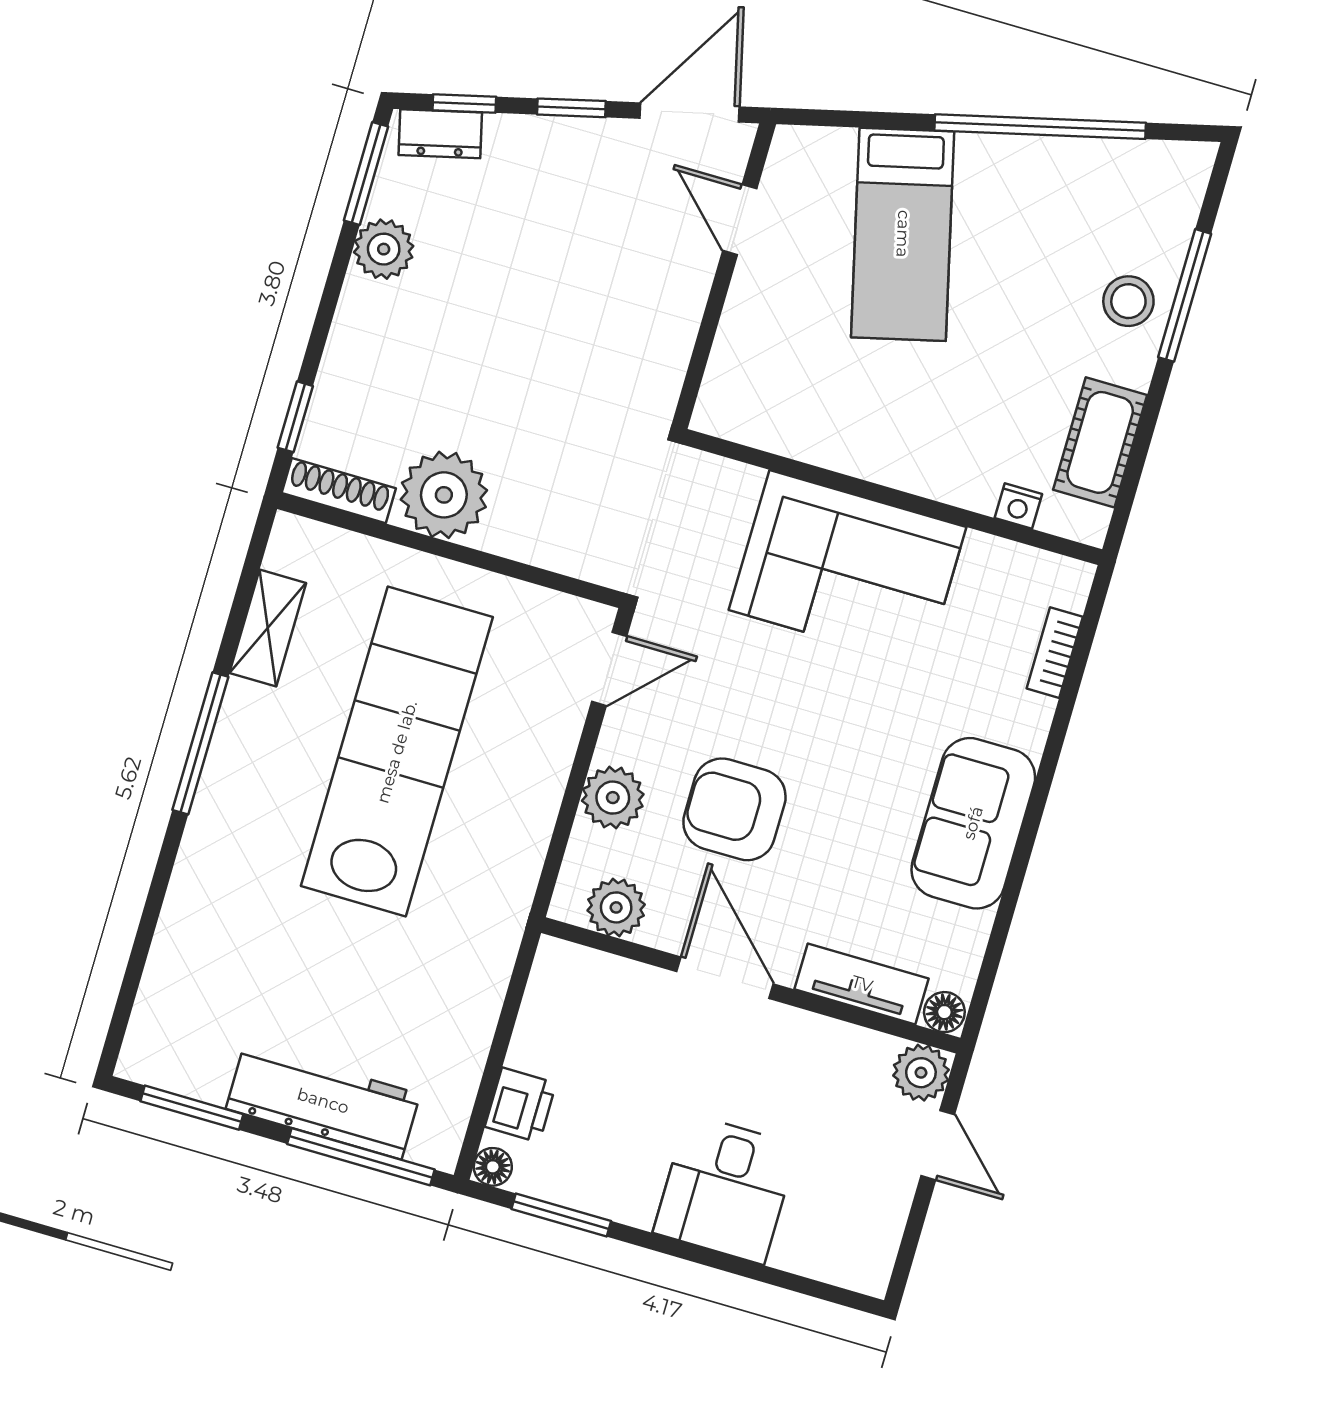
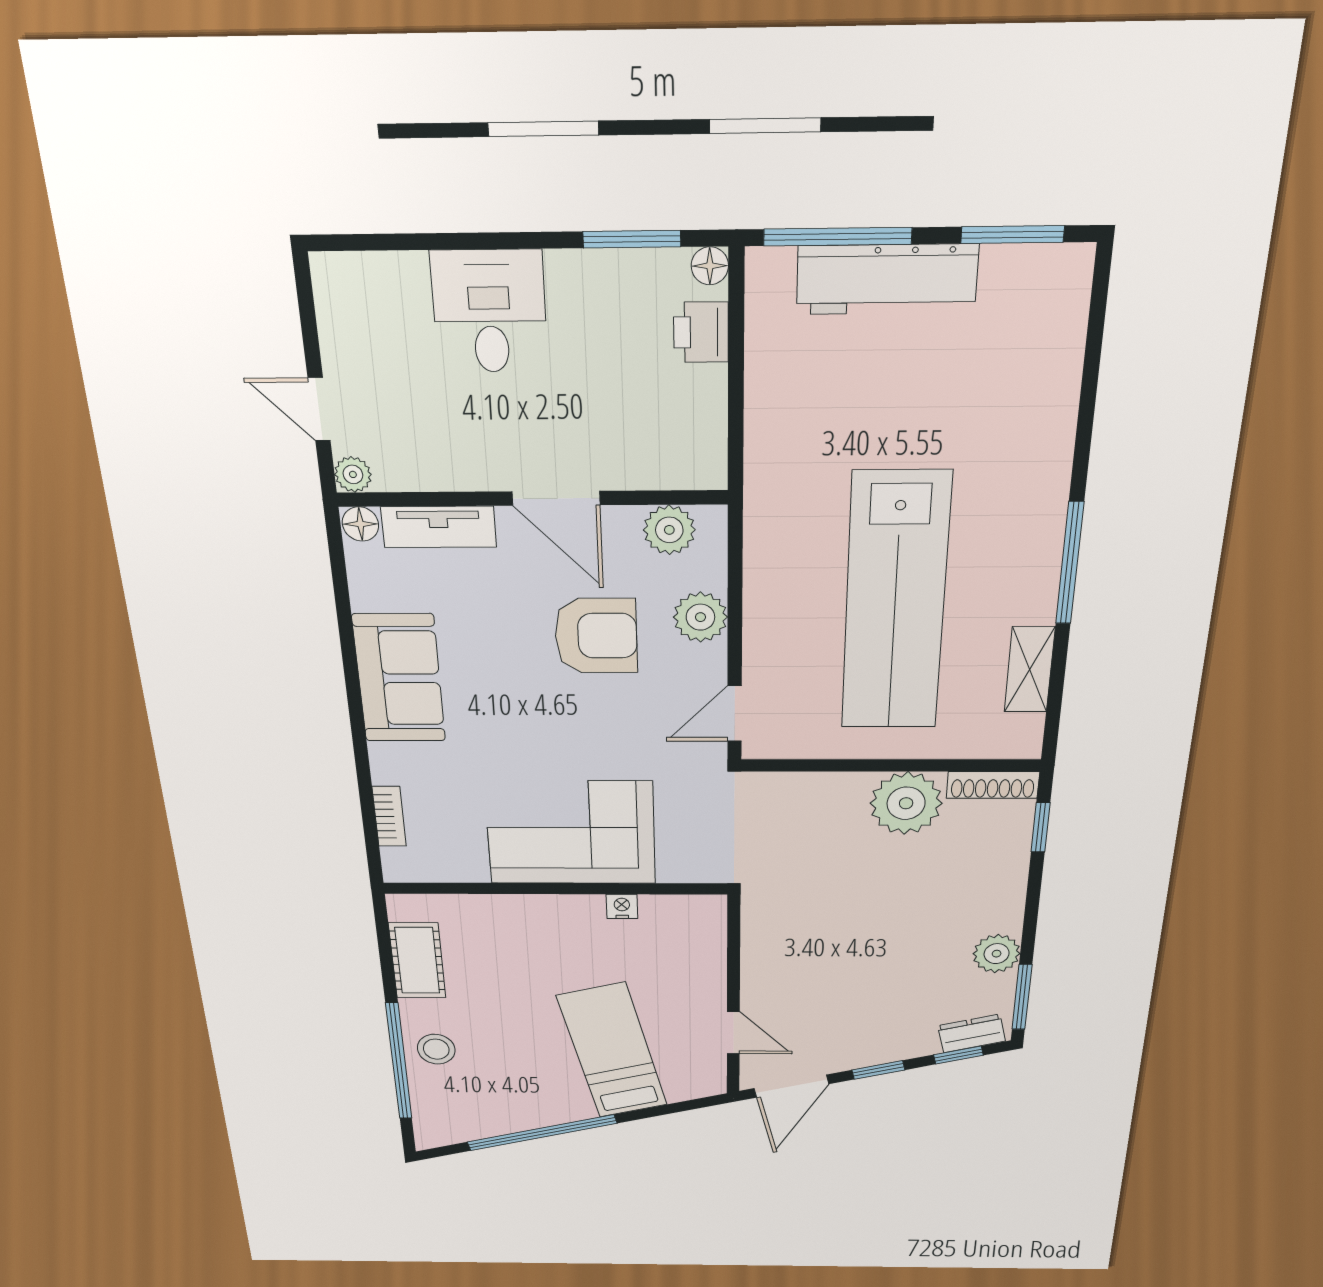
window: (1185, 295) -> (399, 1061), width x1.46
nightstand: (1018, 506) -> (622, 906), moved
plant: (921, 1073) -> (353, 474), width x0.73, depth x0.73

